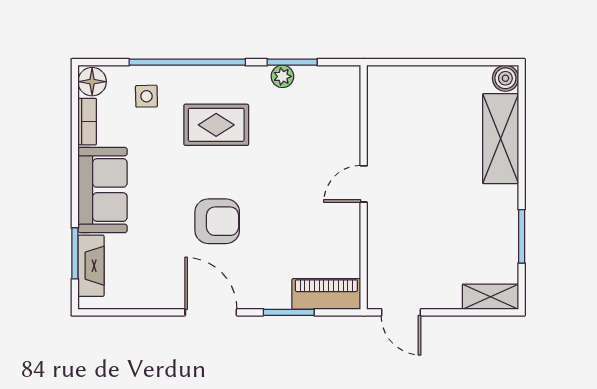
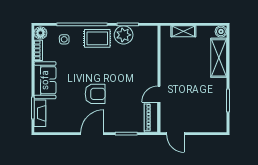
plant: (282, 76) -> (124, 35), width x1.88, depth x1.88
rug: (216, 125) -> (97, 38), moved
door: (364, 184) -> (159, 94), moved
piano: (326, 294) -> (151, 117), moved, turned -90
shelving: (490, 297) -> (183, 31), moved
door: (211, 312) -> (92, 134), hinge flipped

